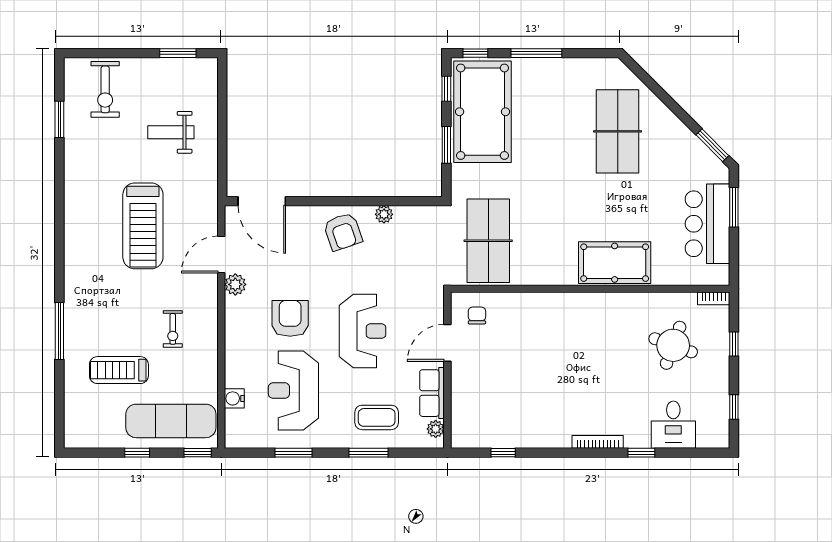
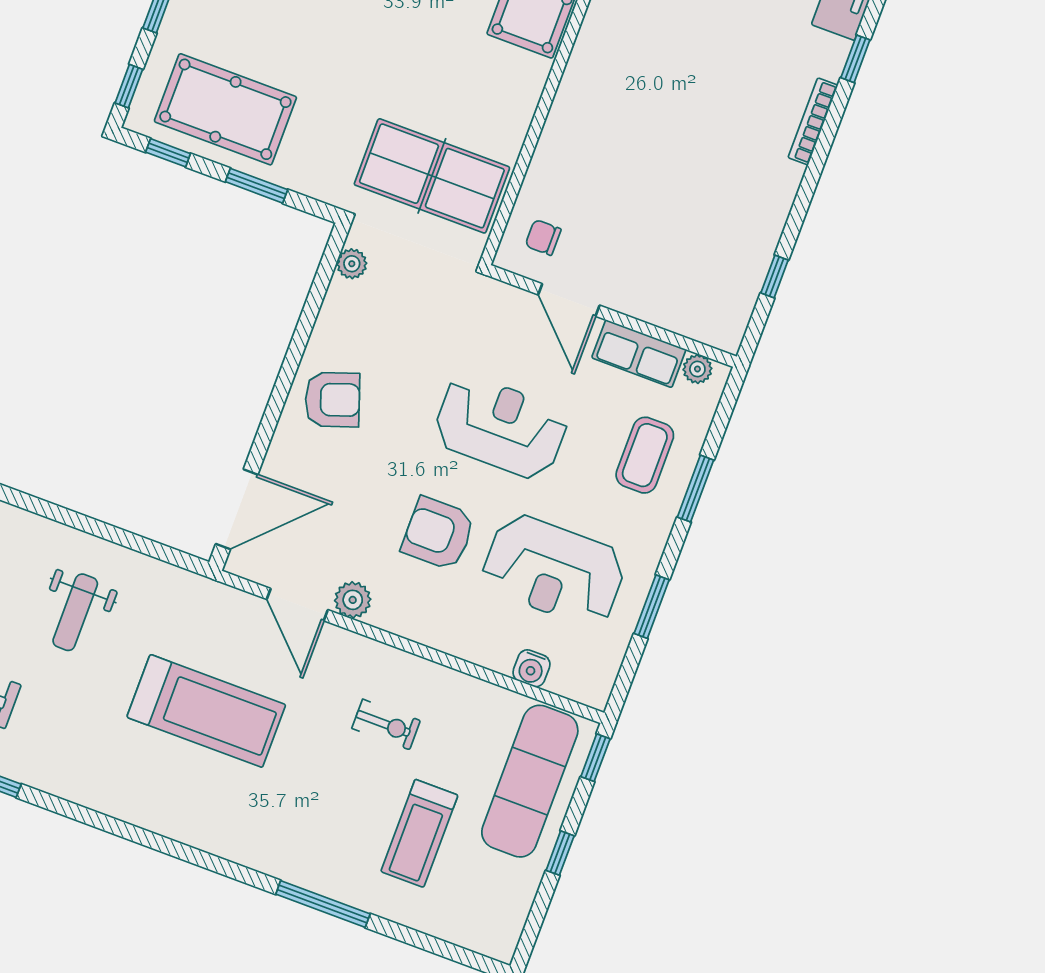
pool table: (483, 112) -> (225, 109), width x0.73, depth x0.76
plant: (384, 214) -> (352, 264), moved

